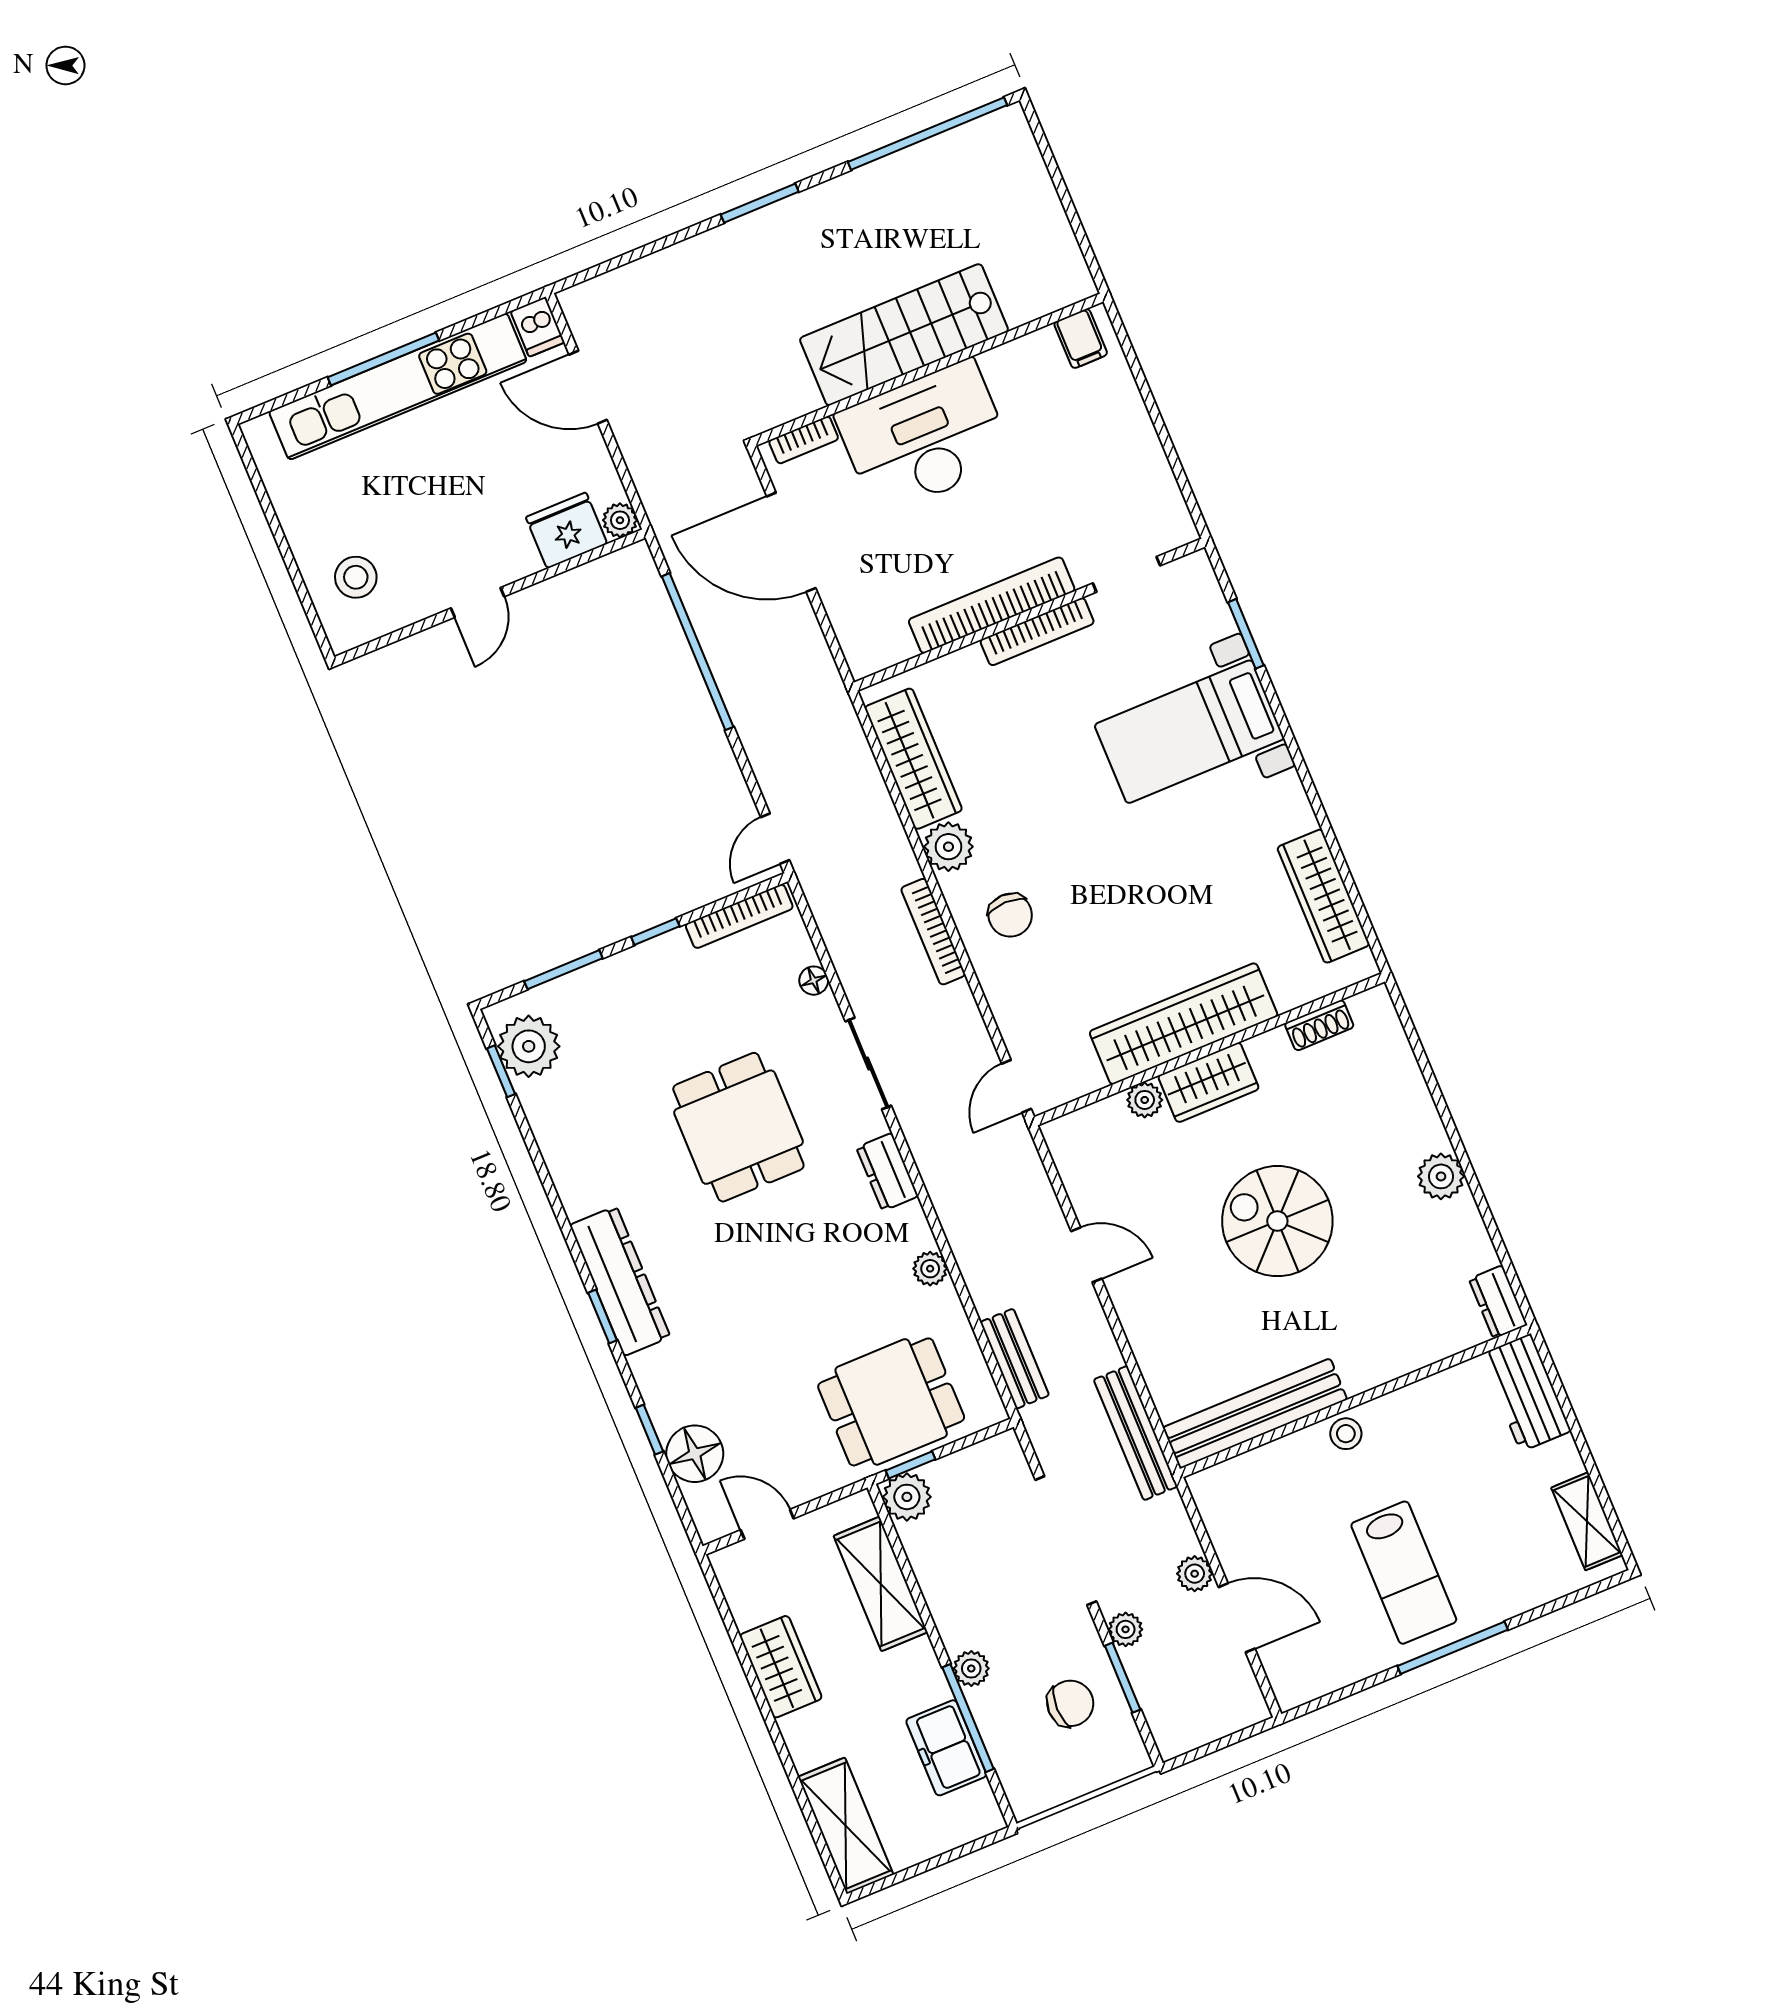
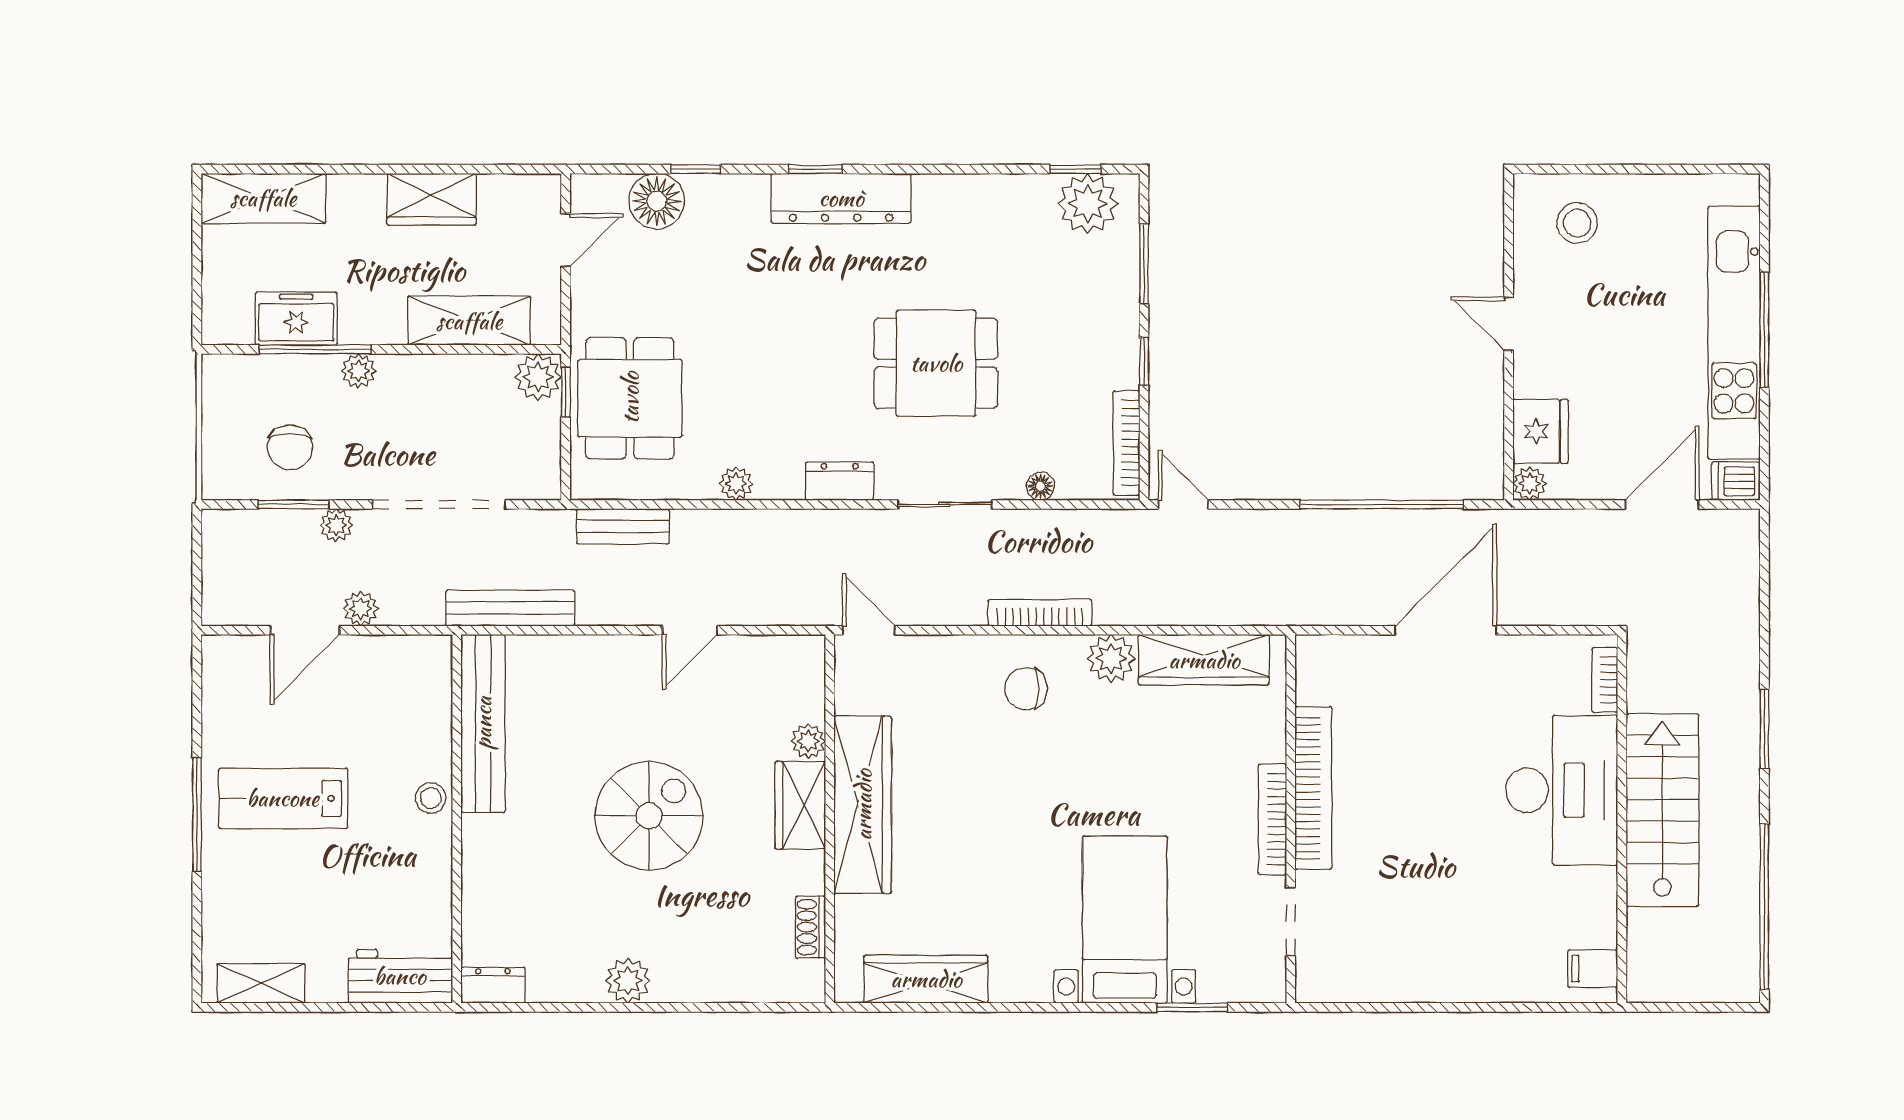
stairs: (904, 335) -> (1662, 810), moved
filing cabinet: (1081, 338) -> (1593, 969), moved
wall: (928, 370) -> (1622, 819), moved
desk: (925, 437) -> (1562, 790), moved
bookcase: (804, 440) -> (1605, 680), moved

